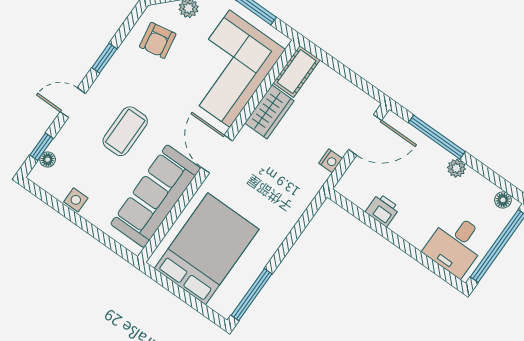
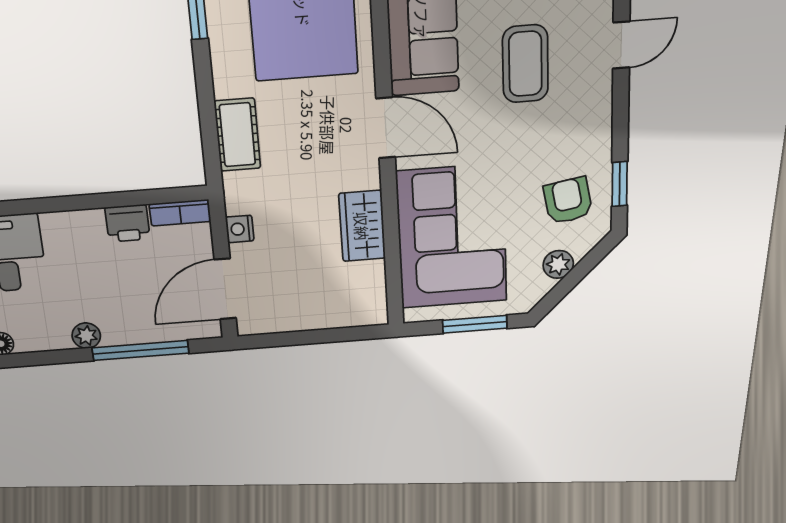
window: (104, 58) -> (620, 184), moved
cot: (297, 72) -> (237, 135), moved
bookcase: (352, 194) -> (180, 213), added

